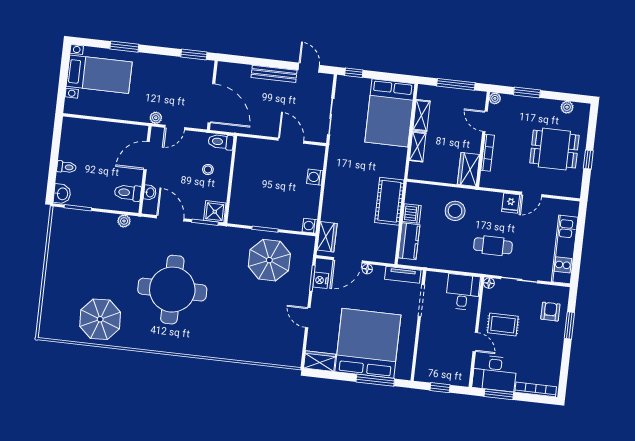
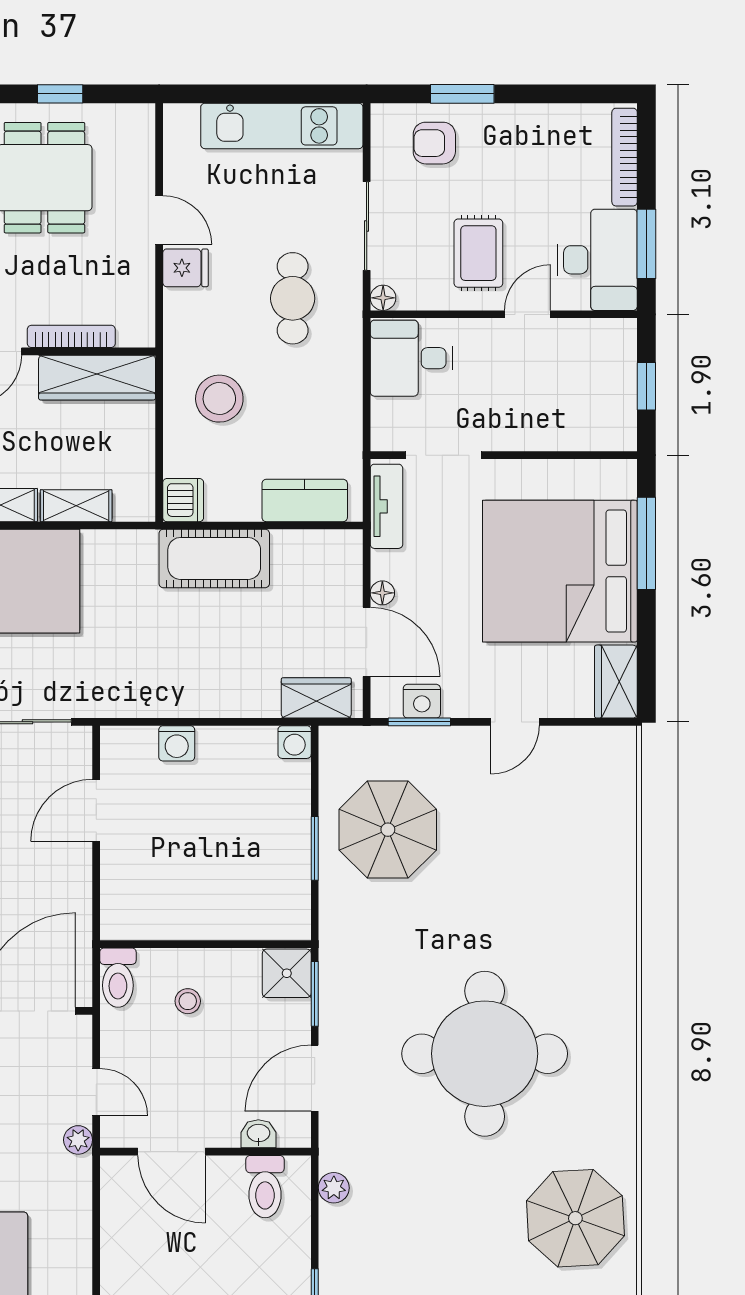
wardrobe: (469, 169) -> (97, 378), width x1.50
dishwasher: (412, 214) -> (183, 500), moved, turned 90

